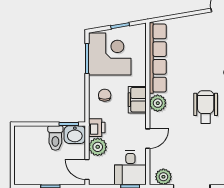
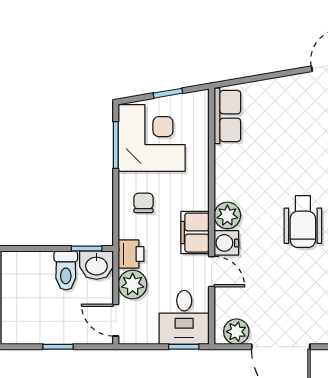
row of seats: (158, 58) -> (227, 116), width x0.50
filing cabinet: (137, 100) -> (195, 233), moved
wheelchair: (206, 107) -> (303, 222), turned 180
water cooler: (157, 121) -> (226, 243), added
door: (148, 139) -> (212, 272), hinge flipped

